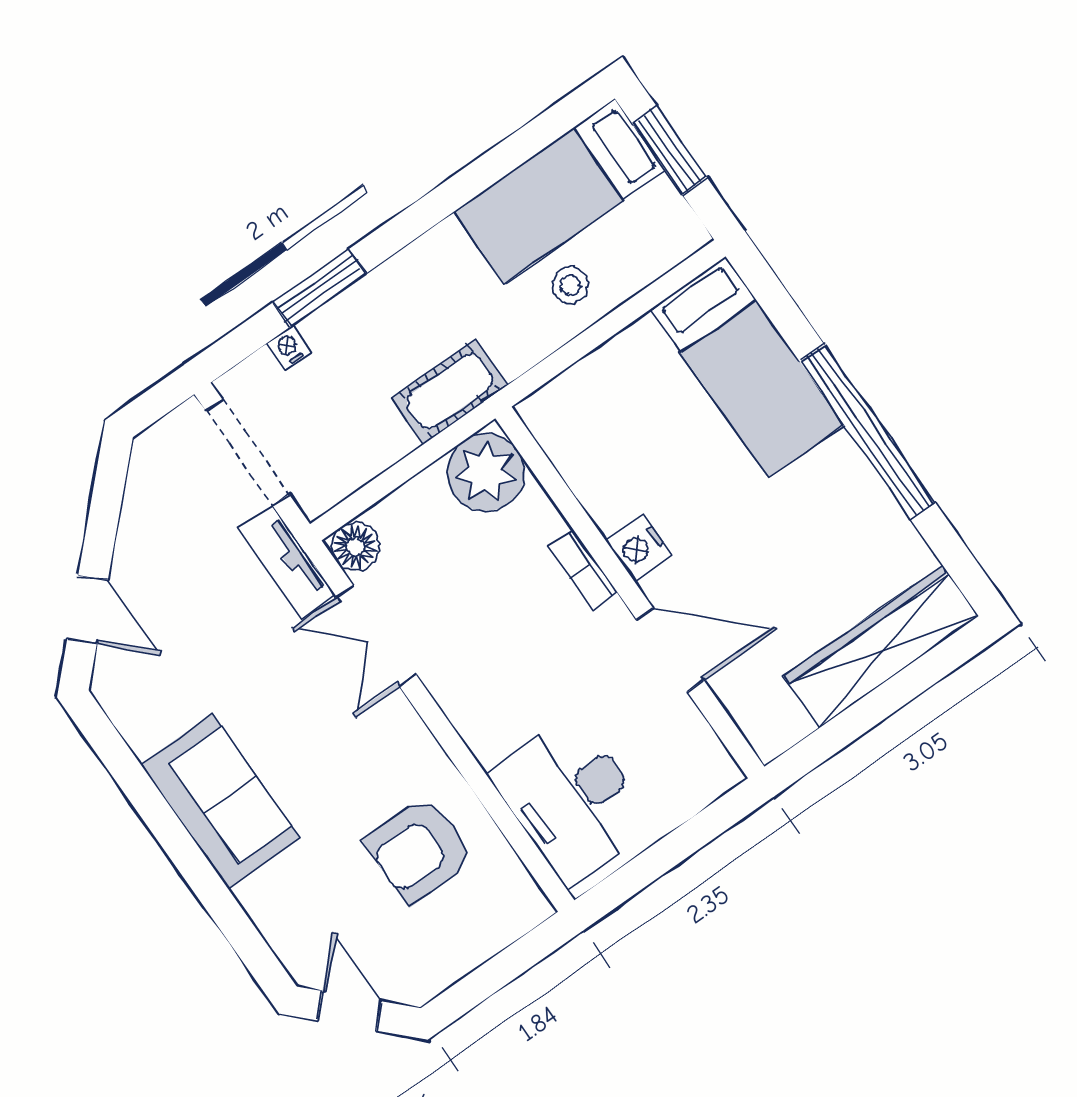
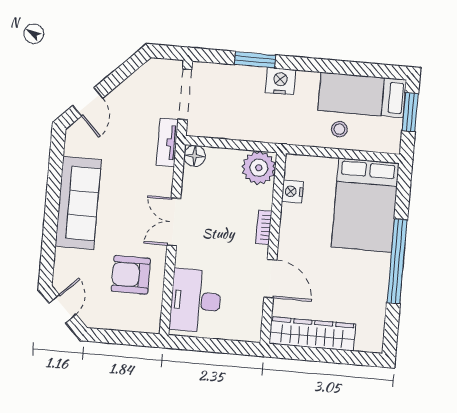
nightstand: (289, 347) -> (280, 81), moved, width x1.89, depth x1.79
bed: (747, 367) -> (365, 205), width x1.50
cot: (450, 392) -> (269, 131), removed
nightstand: (639, 548) -> (292, 191), moved
double door: (376, 636) -> (174, 222), moved
wardrobe: (881, 646) -> (312, 334), moved
sofa: (220, 801) -> (78, 203), width x1.36

